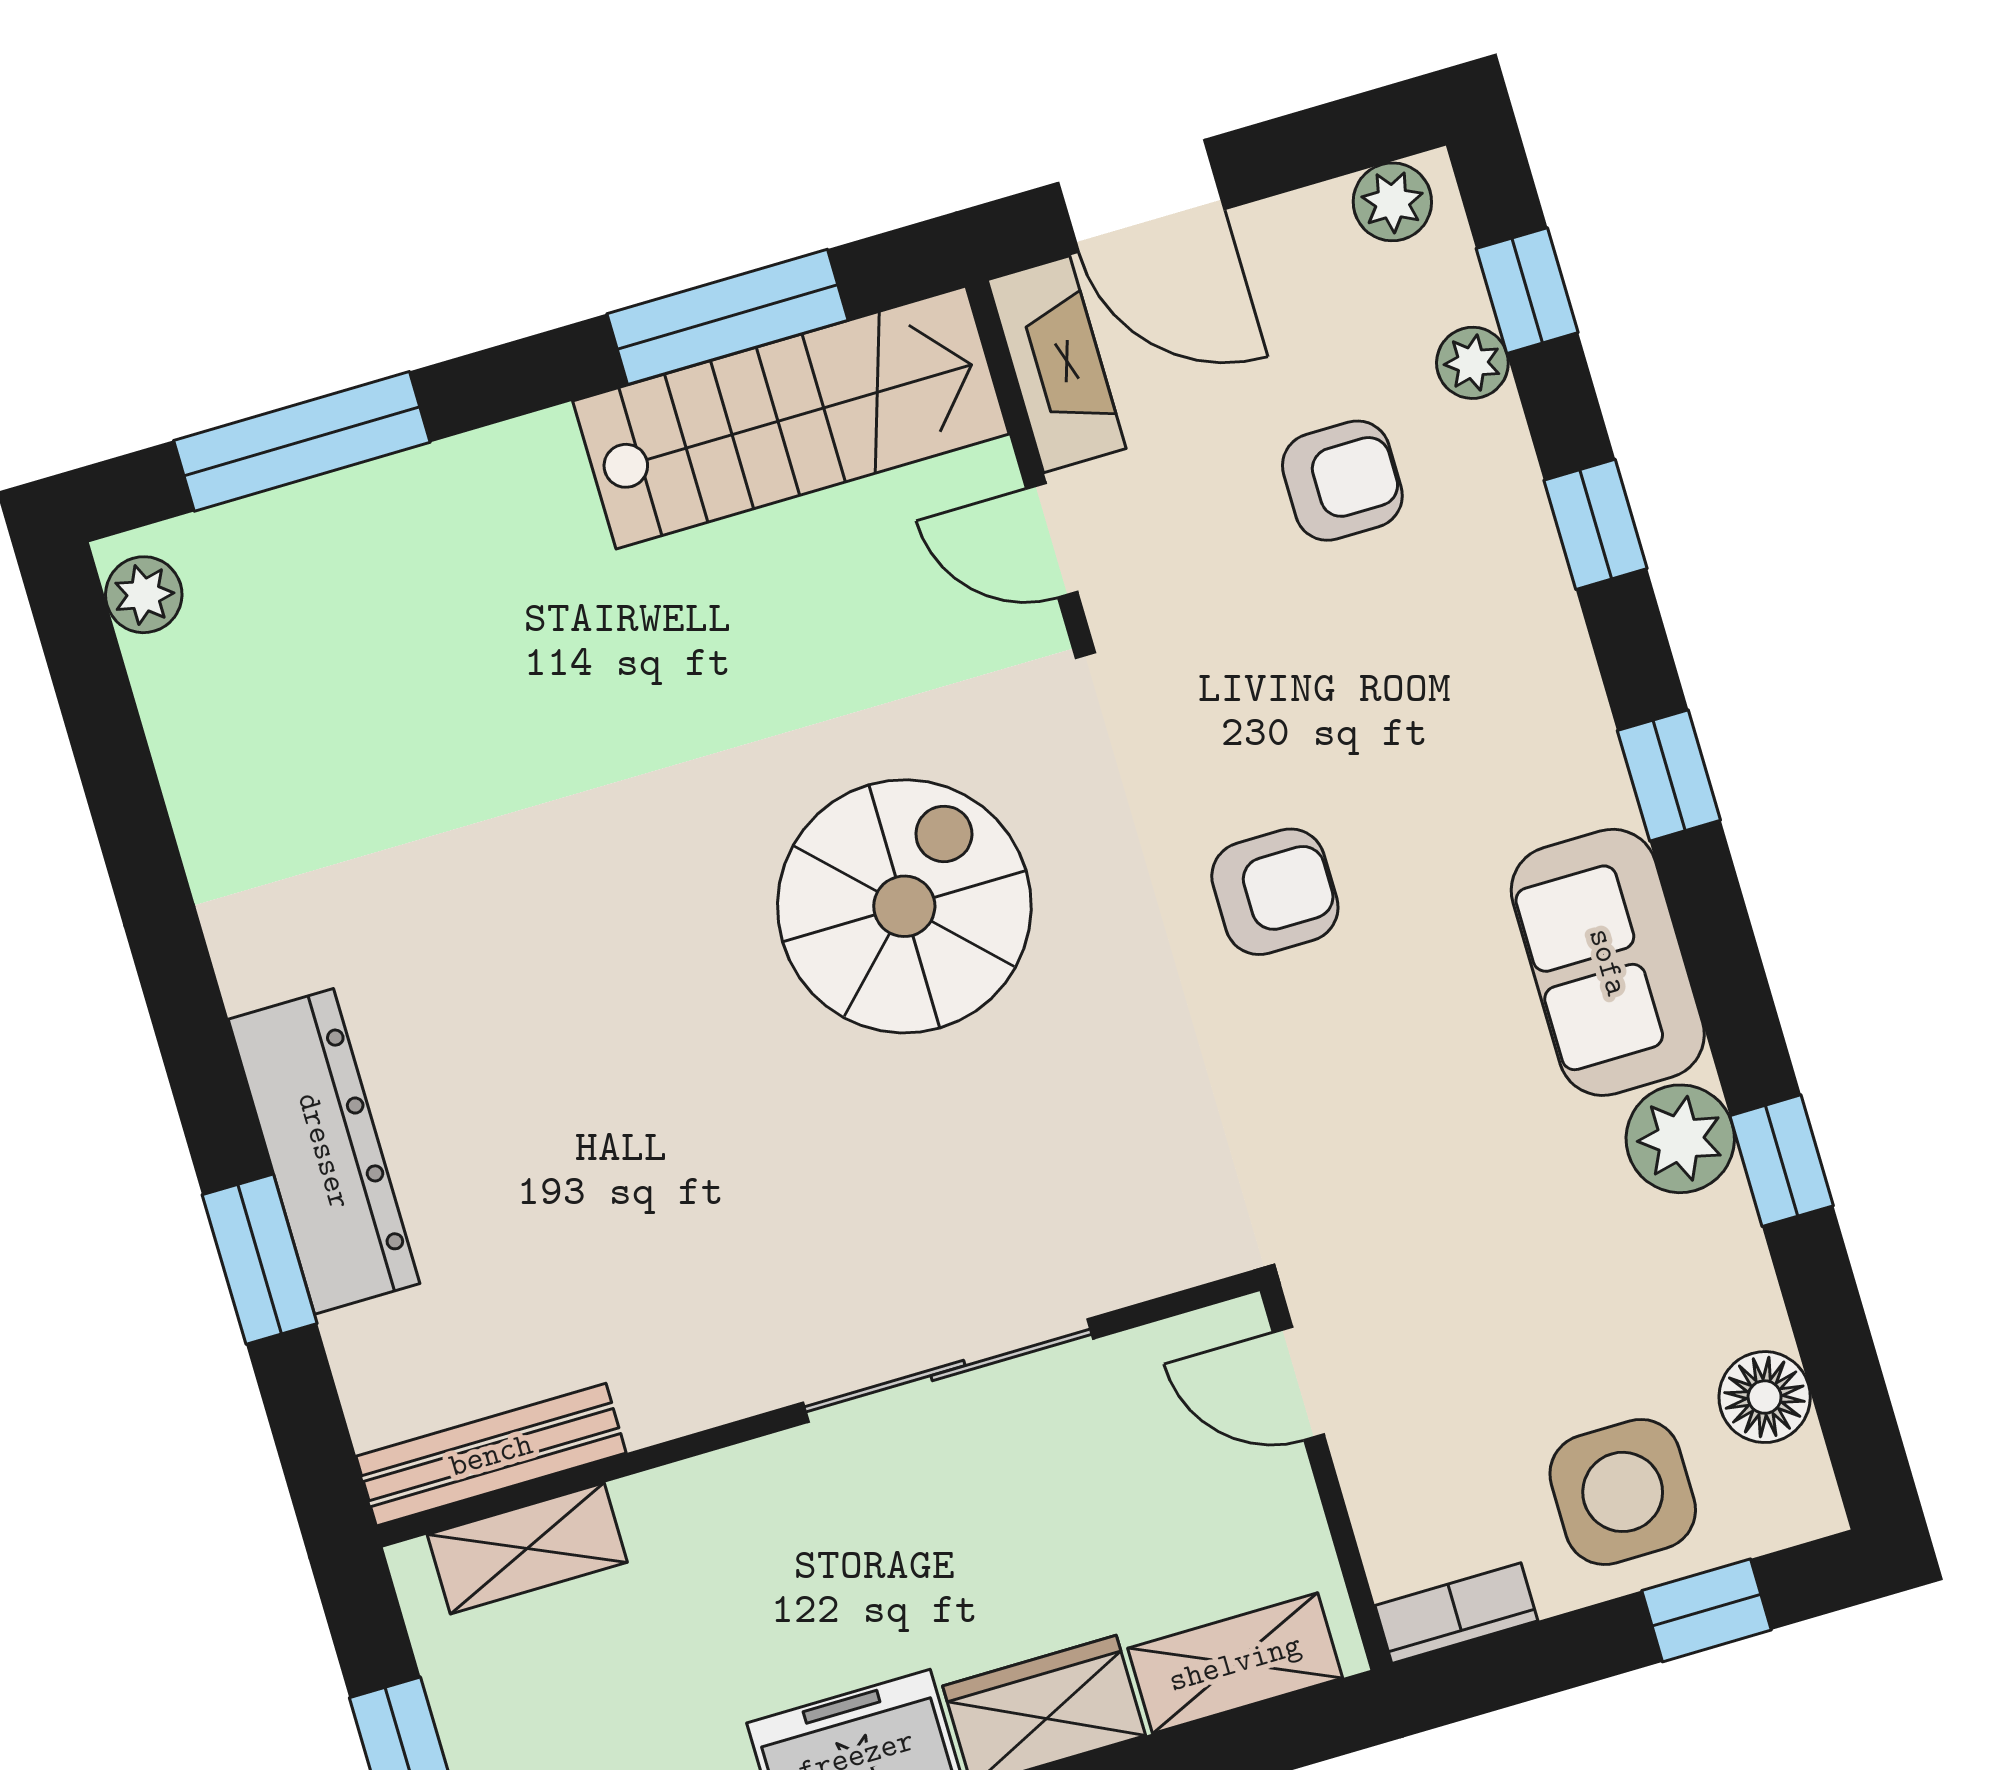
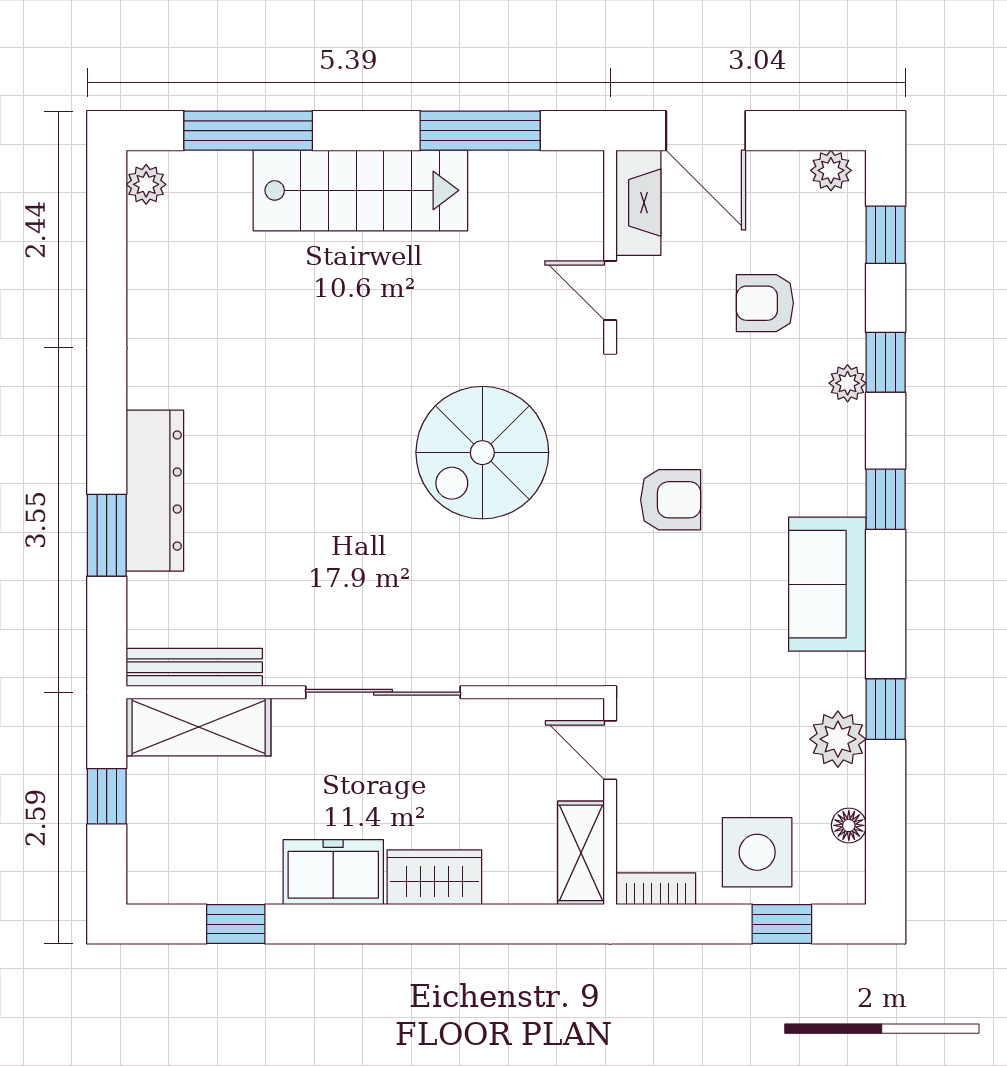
plant: (1472, 363) -> (848, 383), moved
stairs: (791, 417) -> (360, 190), moved
armchair: (1342, 481) -> (765, 303), turned 180
spiral stairs: (904, 906) -> (482, 453), turned 180
plant: (1680, 1139) -> (838, 739), moved
sliding door: (948, 1371) -> (383, 692), moved
floor lamp: (1765, 1397) -> (849, 825), width x0.73, depth x0.73
shelving: (527, 1548) -> (199, 727), width x1.50, depth x1.33
shelving: (1235, 1663) -> (581, 853), moved, turned 90

